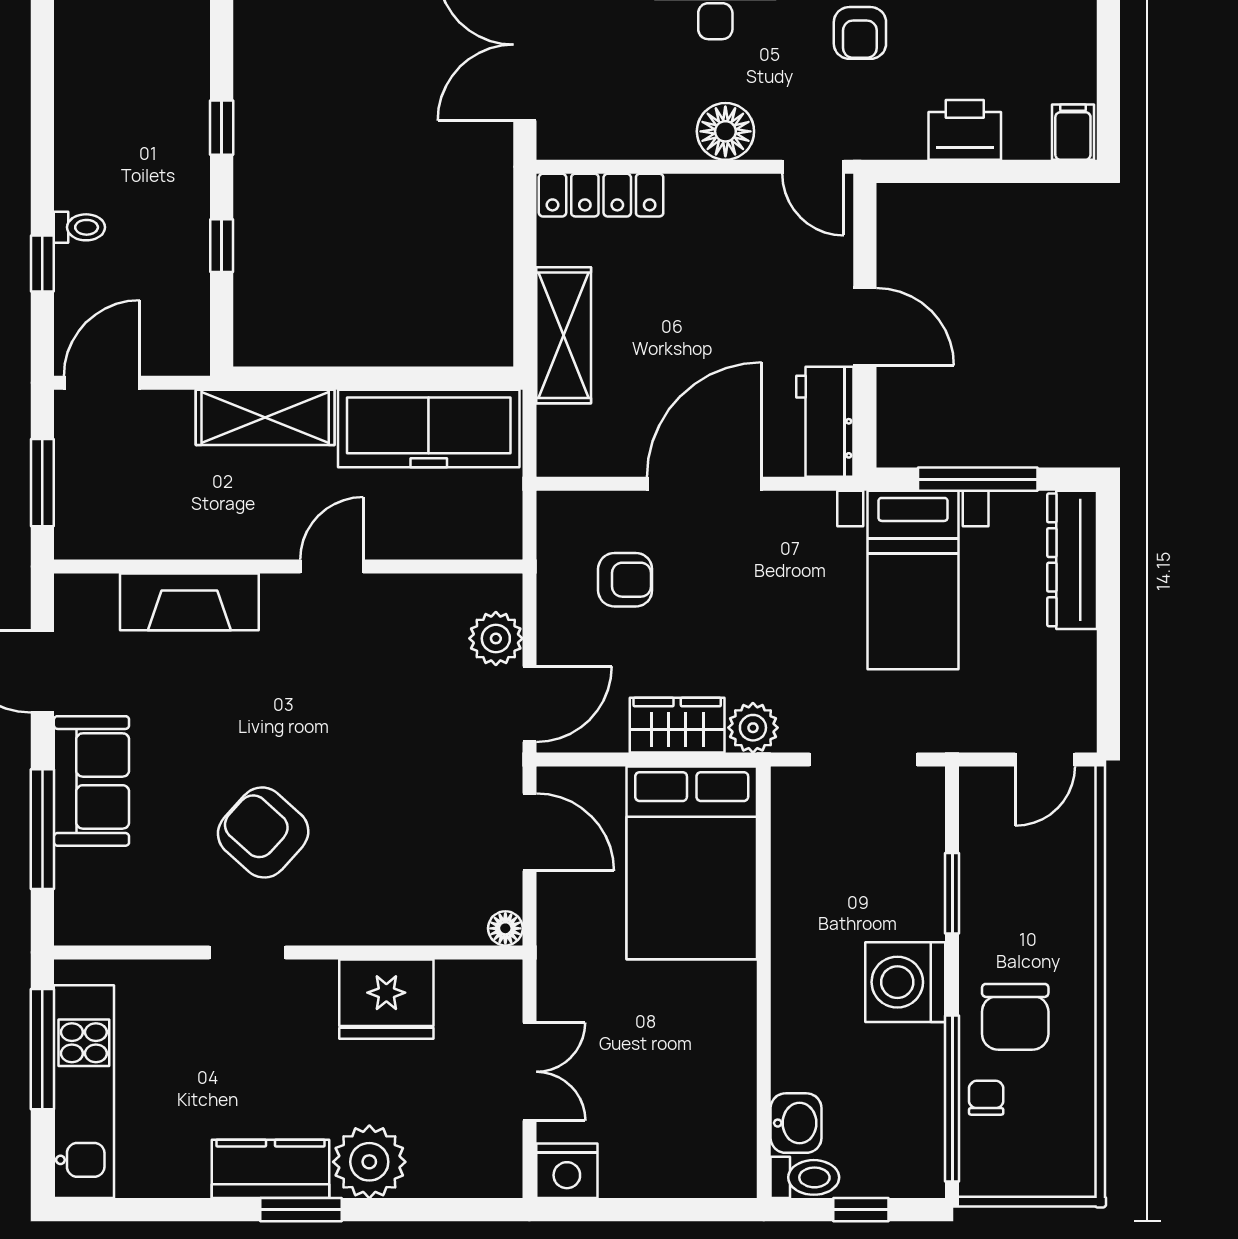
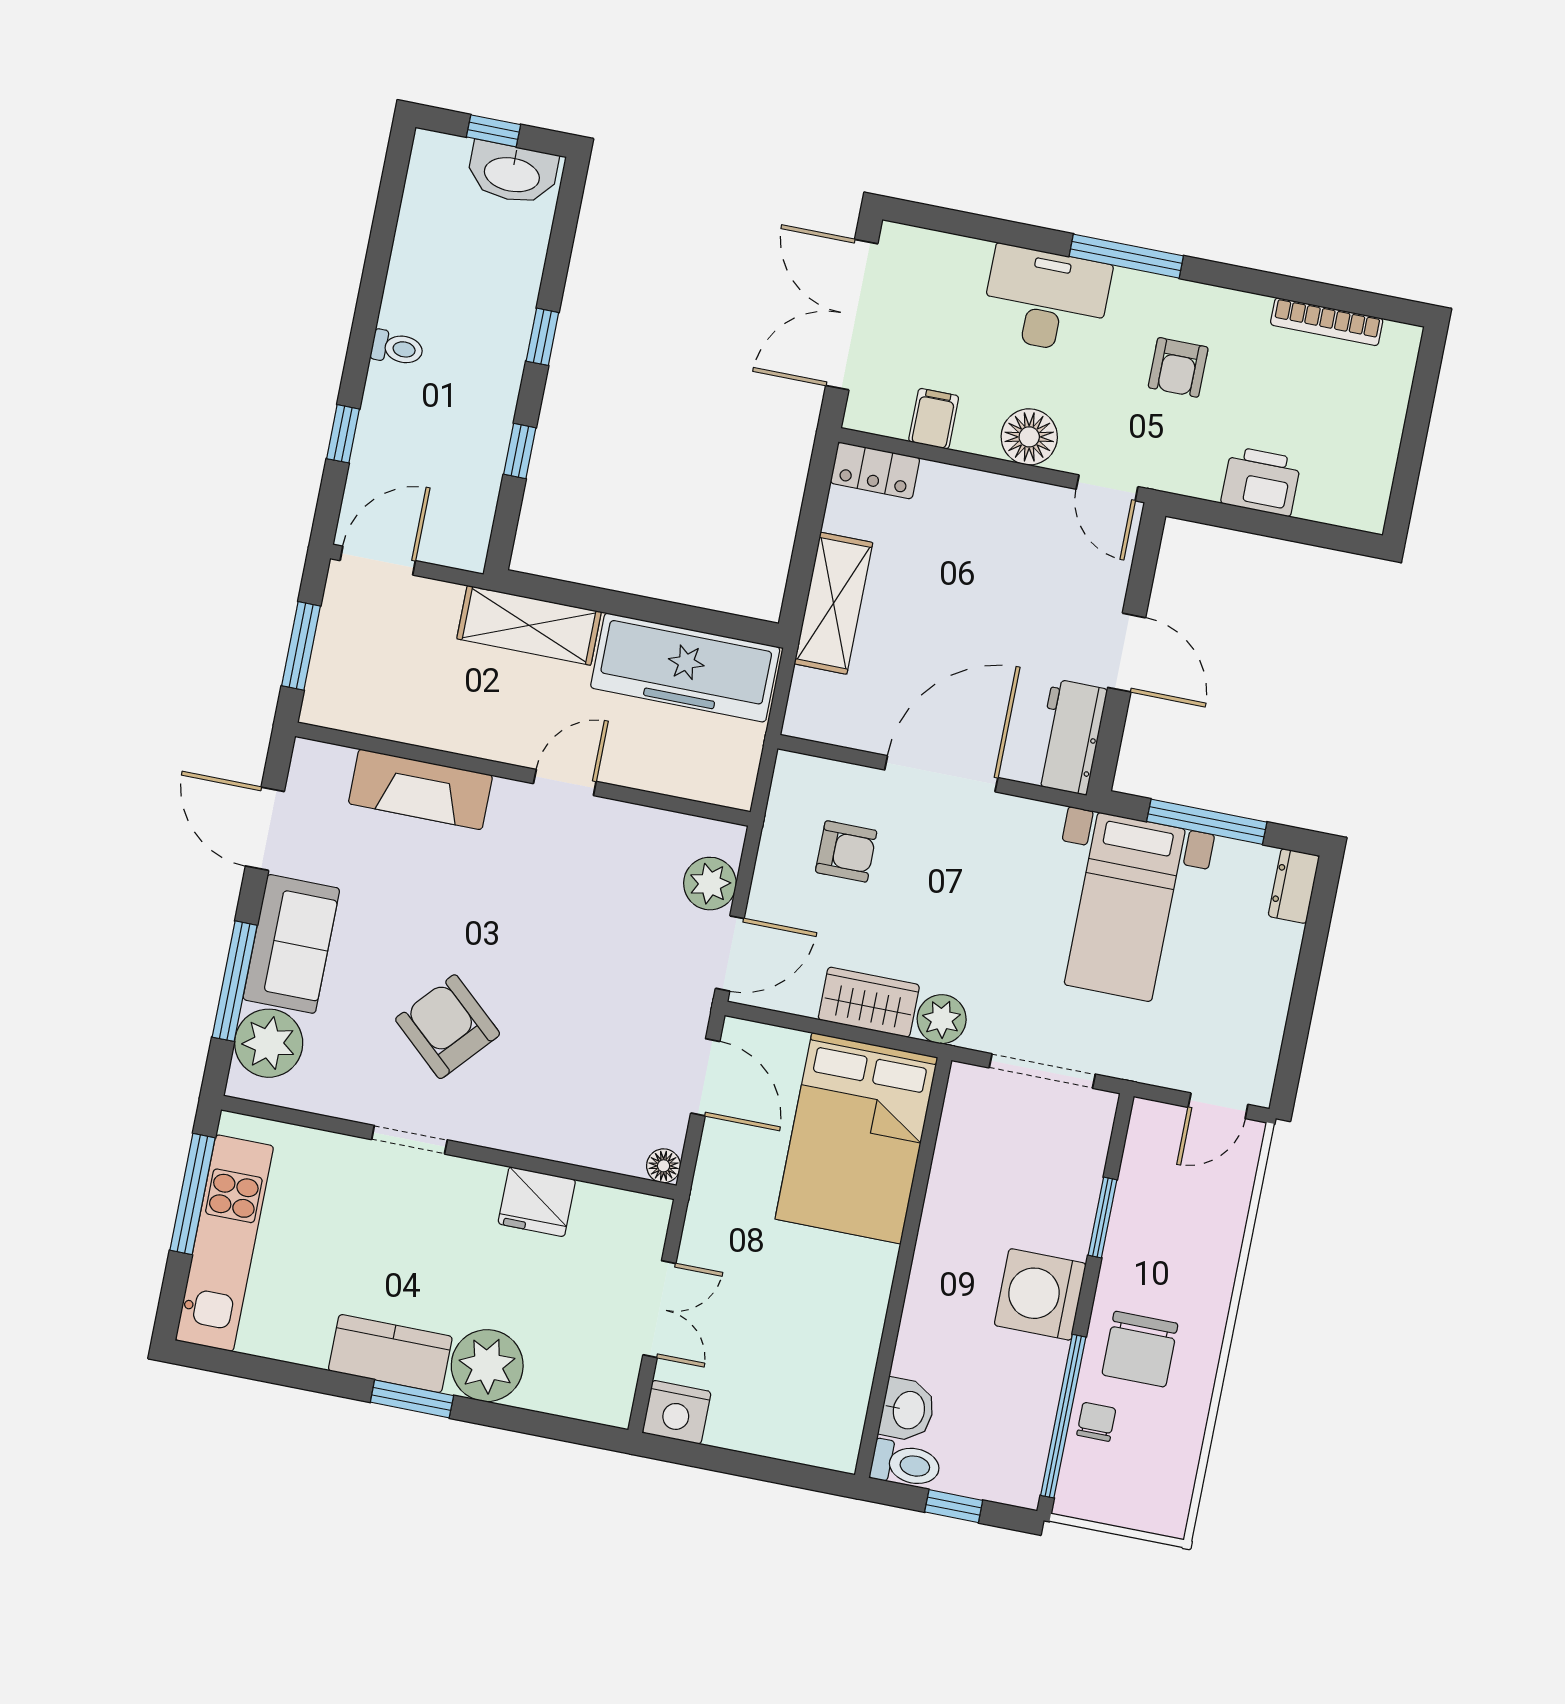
filing cabinet: (1073, 132) -> (934, 419), moved
locker: (601, 195) -> (875, 470), width x0.66
toilet: (79, 227) -> (397, 348), moved
dresser: (1072, 560) -> (1294, 886), width x0.51, depth x0.80
plant: (88, 884) -> (269, 1043), added
fridge: (386, 999) -> (537, 1202), width x0.73, depth x0.75

